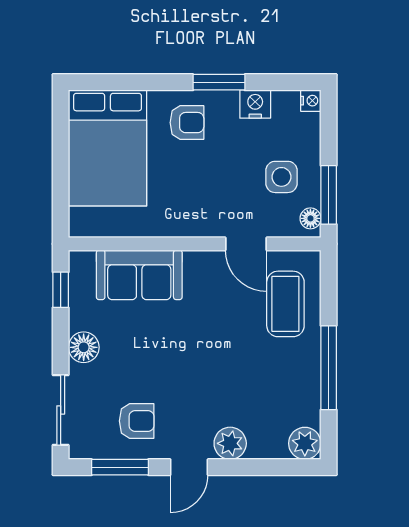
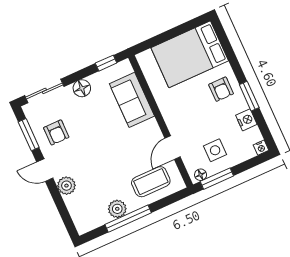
plant: (305, 443) -> (117, 209), moved

